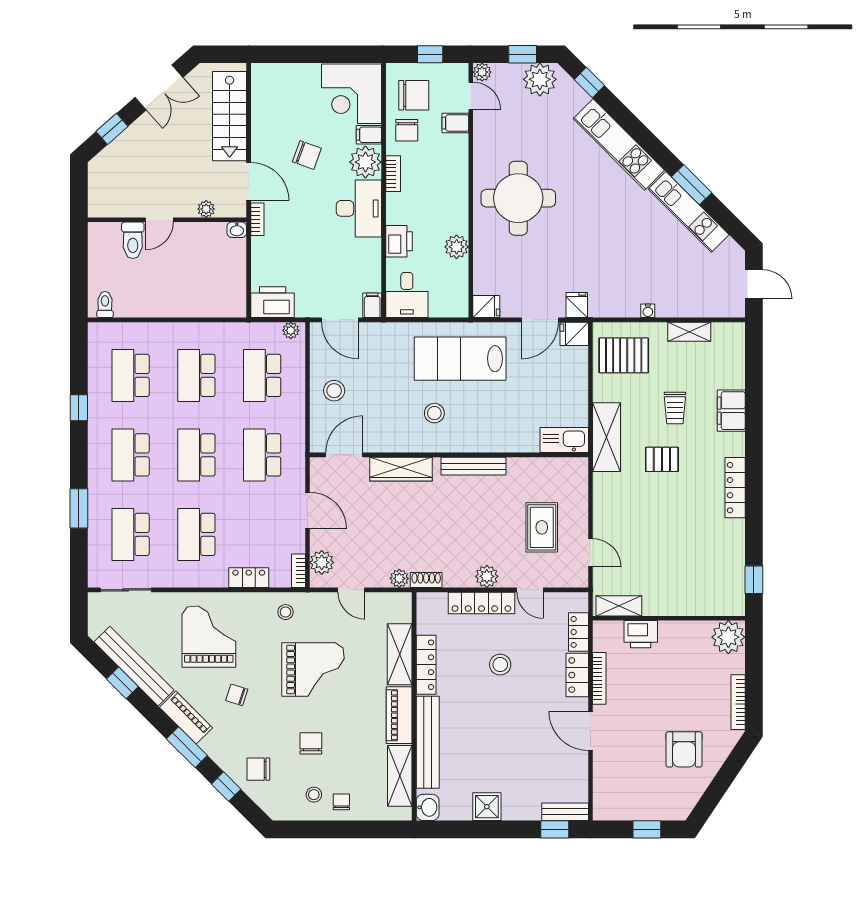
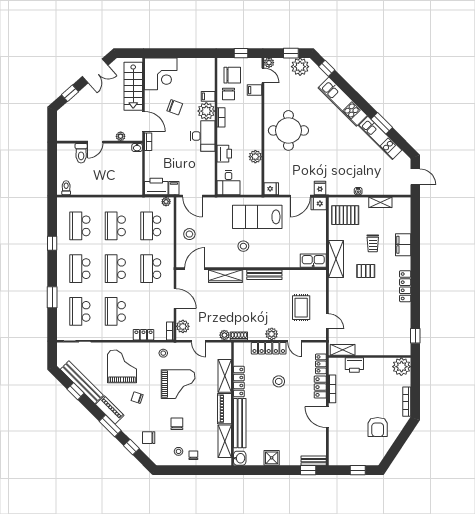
corner desk: (352, 94) -> (161, 74), moved, turned -90
filing cabinet: (372, 305) -> (174, 188), moved

